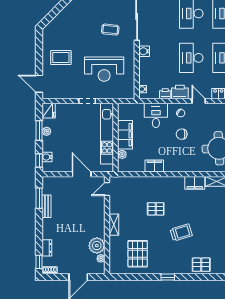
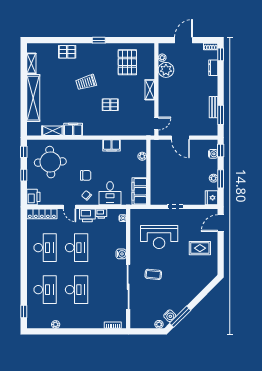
reception desk: (104, 69) -> (159, 237), turned 180
door: (39, 84) -> (221, 223), swing flipped
kitchen unit: (107, 134) -> (156, 176), removed
filing cabinet: (125, 135) -> (139, 191), moved

